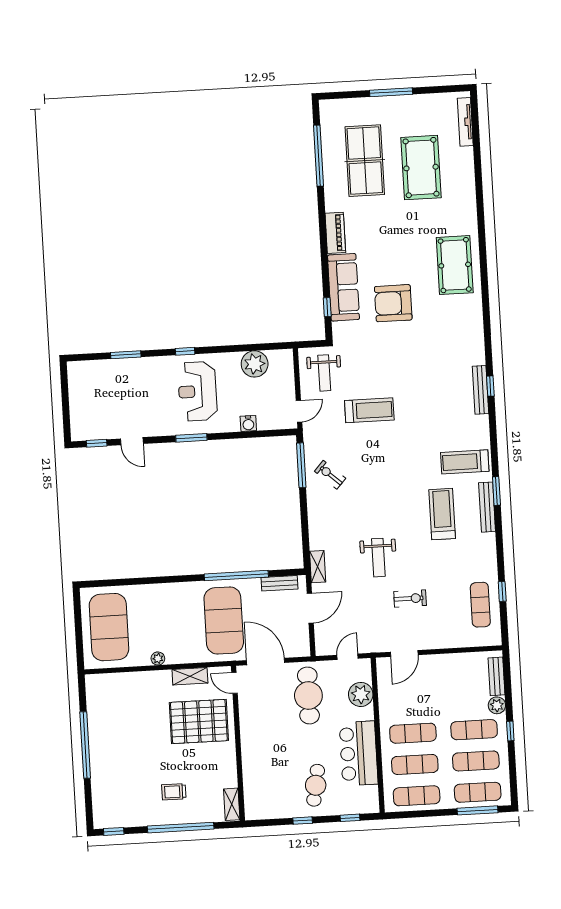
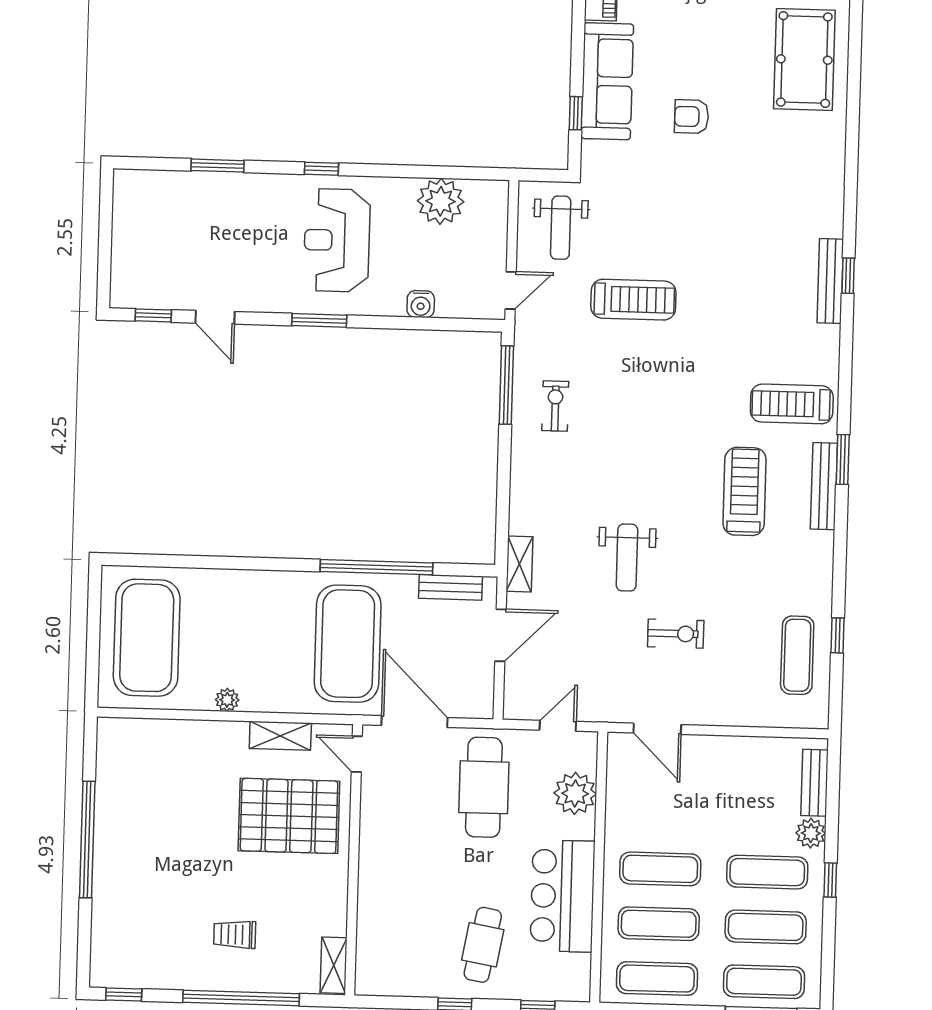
armchair: (393, 303) -> (691, 117), width x0.53, depth x0.53
exercise bike: (330, 475) -> (555, 406), turned 48
door: (404, 654) -> (657, 729), hinge flipped

